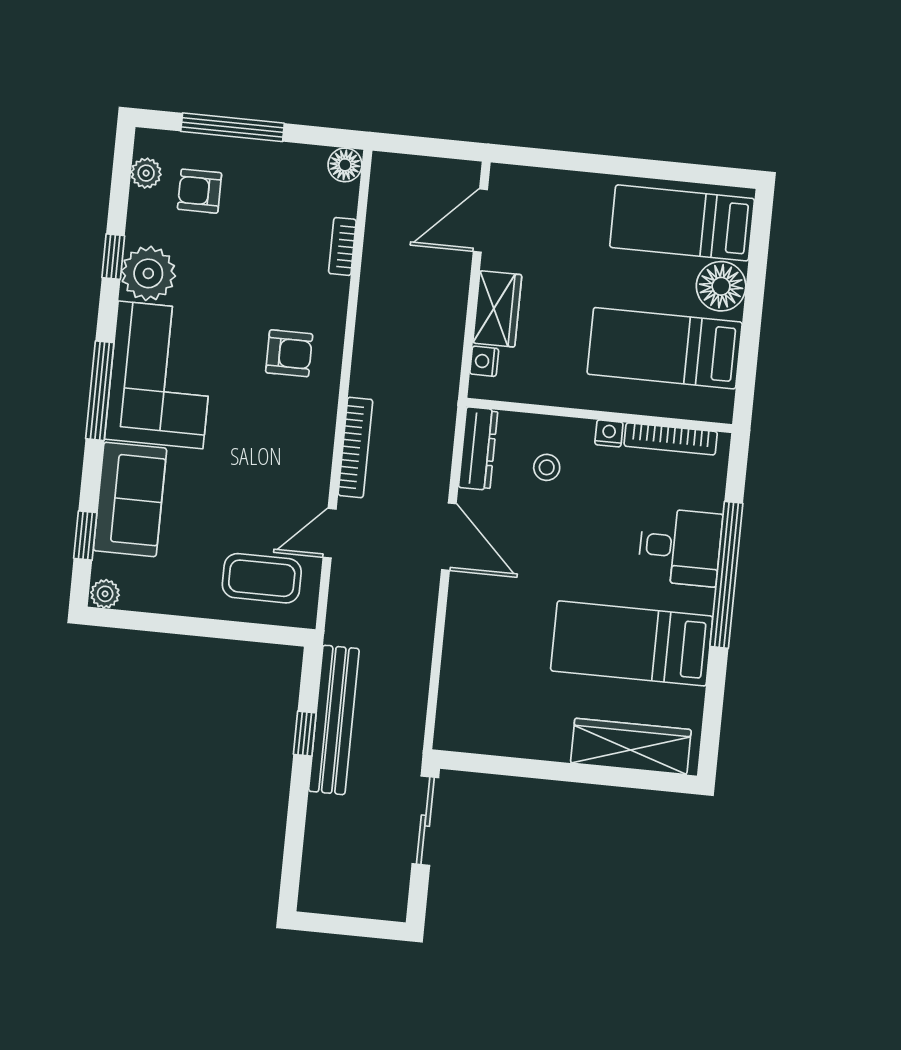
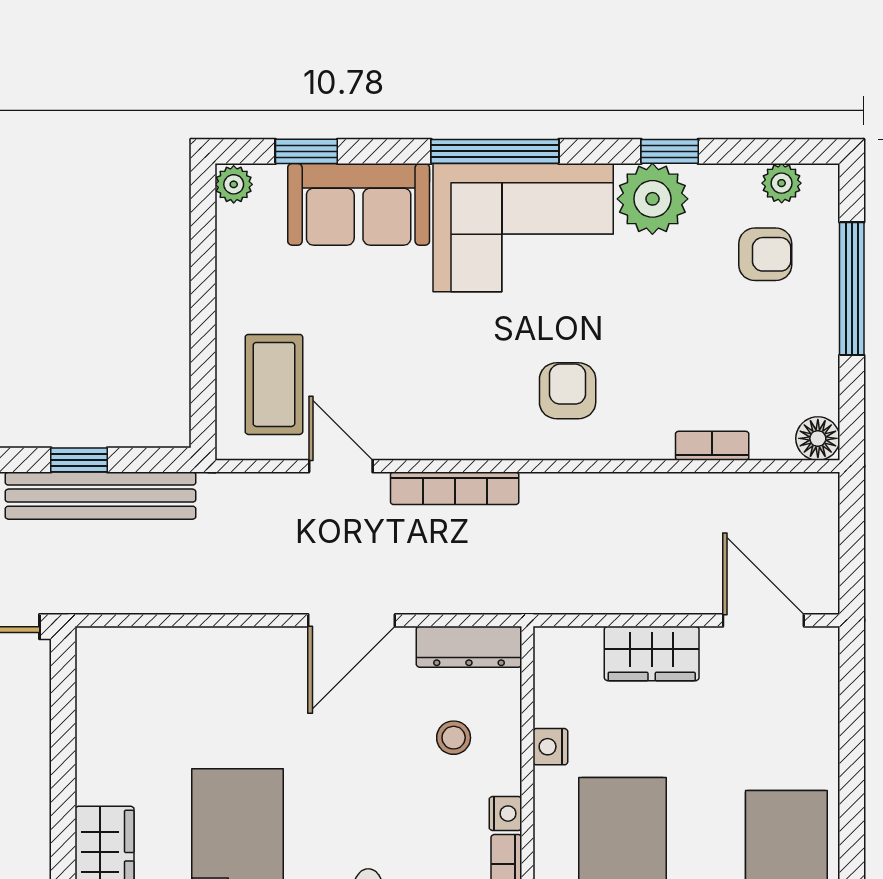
armchair: (200, 191) -> (765, 254), turned 90
armchair: (289, 353) -> (568, 391), turned 180
nightstand: (484, 361) -> (550, 747), moved, turned -90

